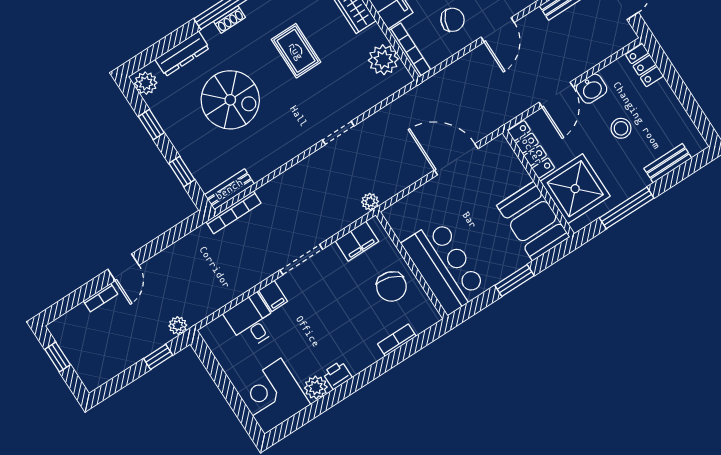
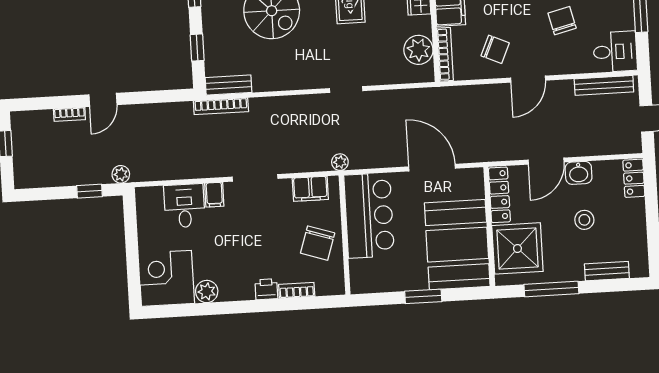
booth: (533, 221) -> (457, 245), width x1.36, depth x1.42
bar counter: (444, 267) -> (369, 215), moved
printer: (337, 375) -> (266, 289), moved

